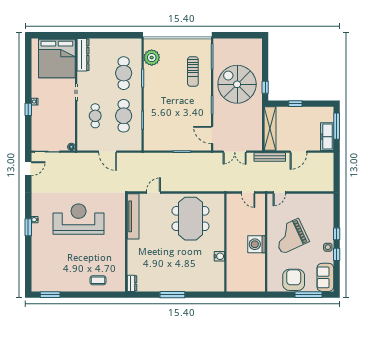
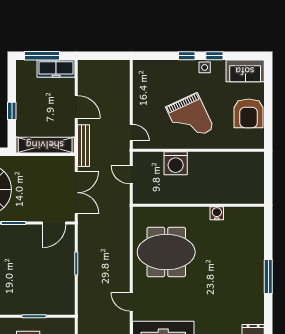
double door: (235, 152) -> (76, 193), width x1.37
door: (248, 192) -> (131, 175), swing flipped
washing machine: (257, 244) -> (176, 163), moved
armchair: (294, 280) -> (249, 113), turned -90
window: (308, 295) -> (268, 94), removed

